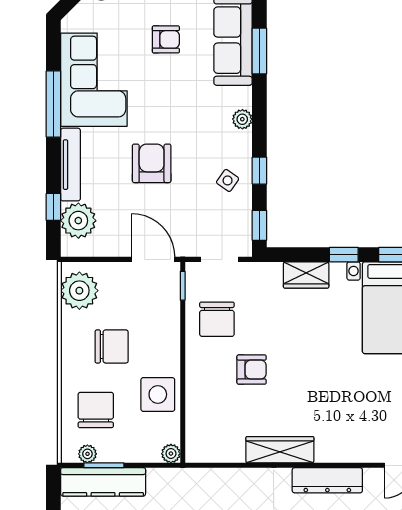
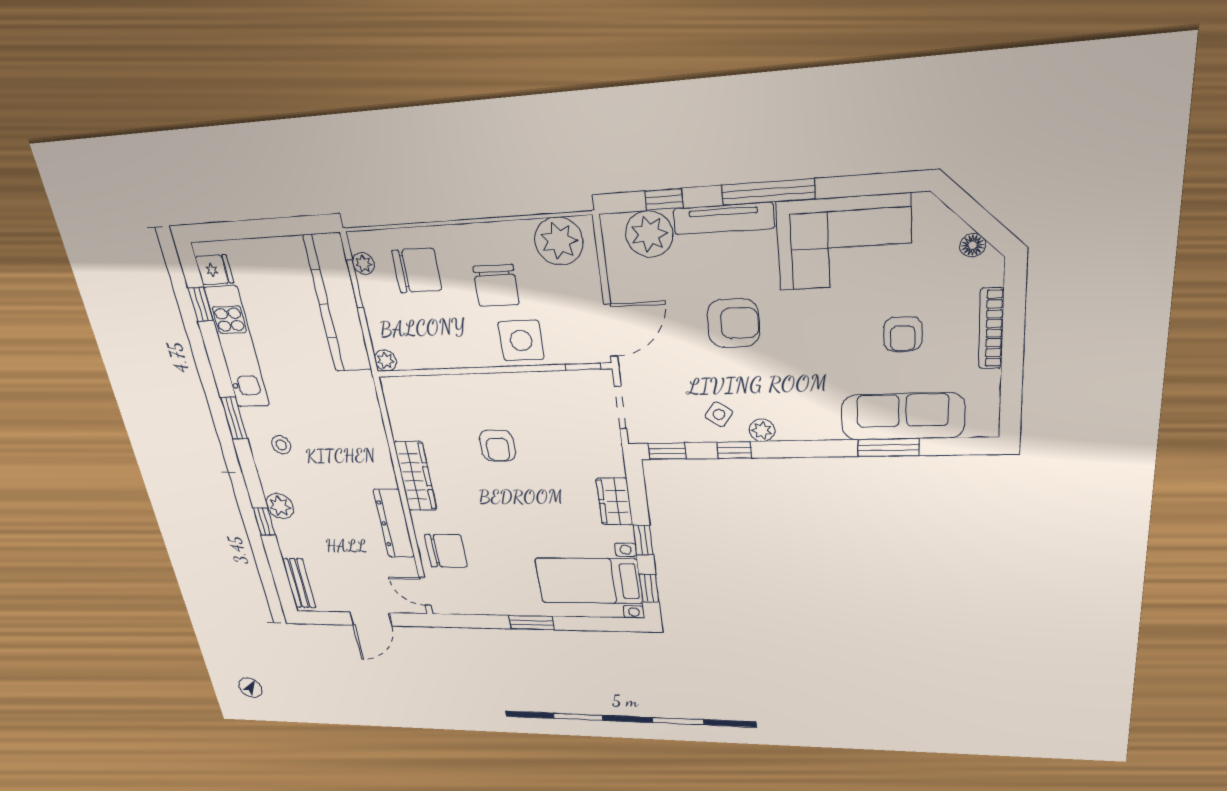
window: (53, 104) -> (768, 192), moved
plant: (242, 119) -> (762, 430), moved
chair: (217, 319) -> (446, 551), moved, turned 180
side table: (158, 394) -> (521, 340), moved
kitchen counter: (103, 482) -> (338, 304), width x1.39, depth x1.17

